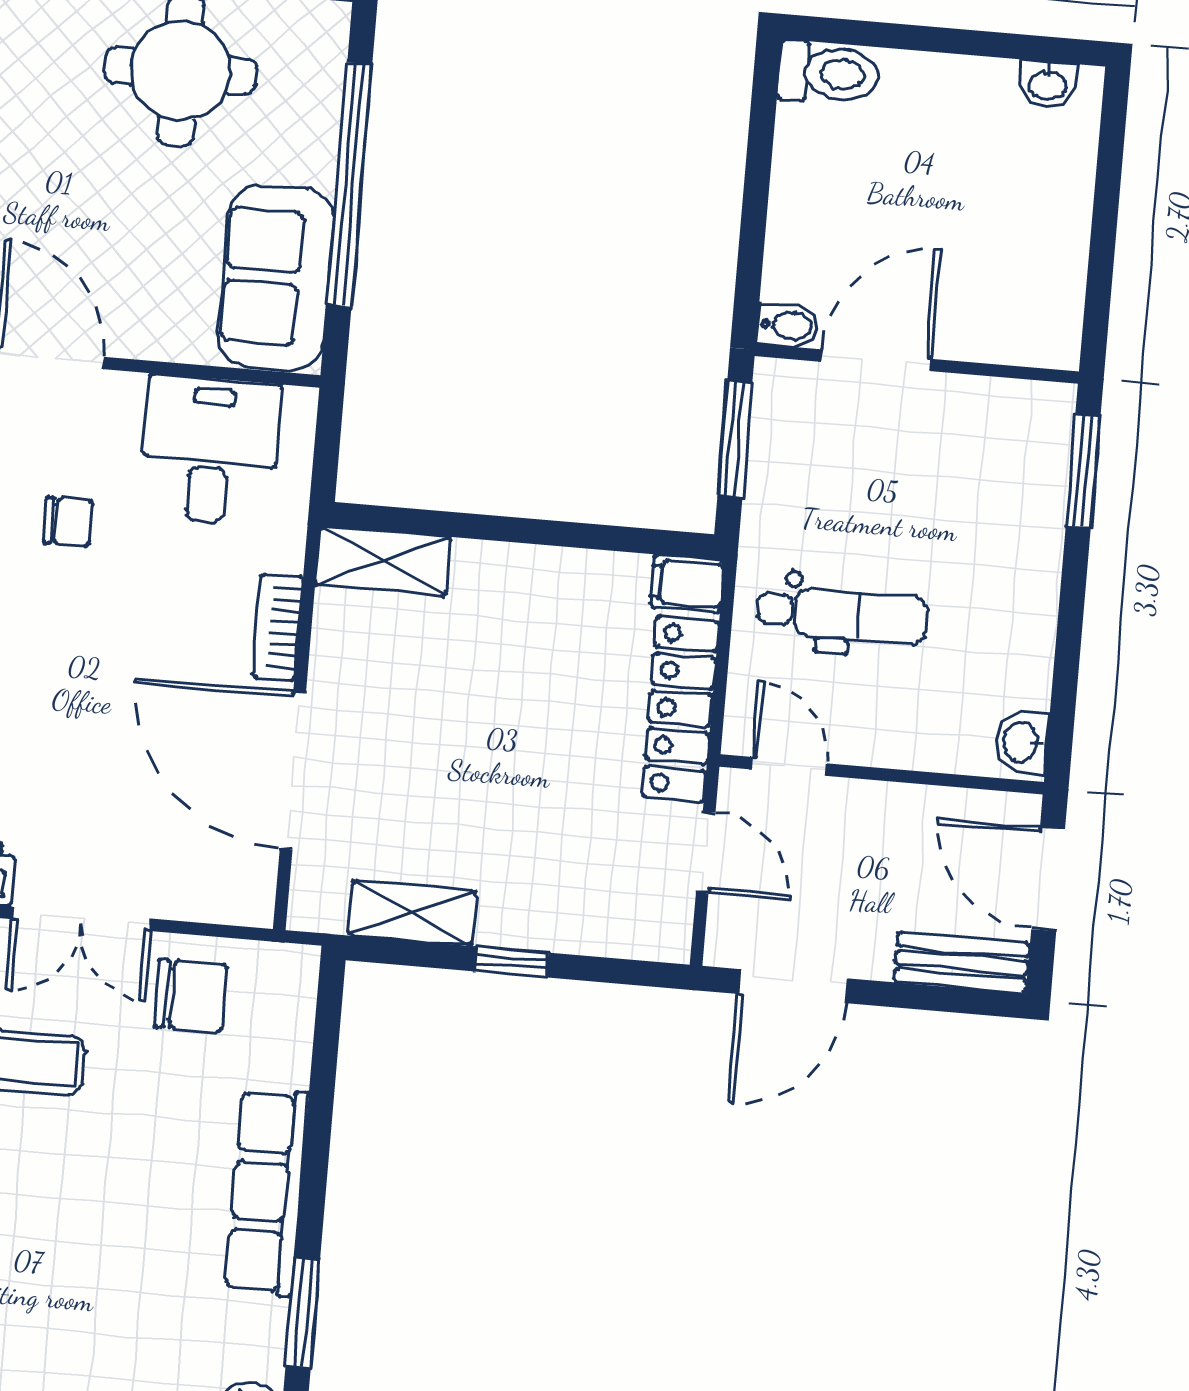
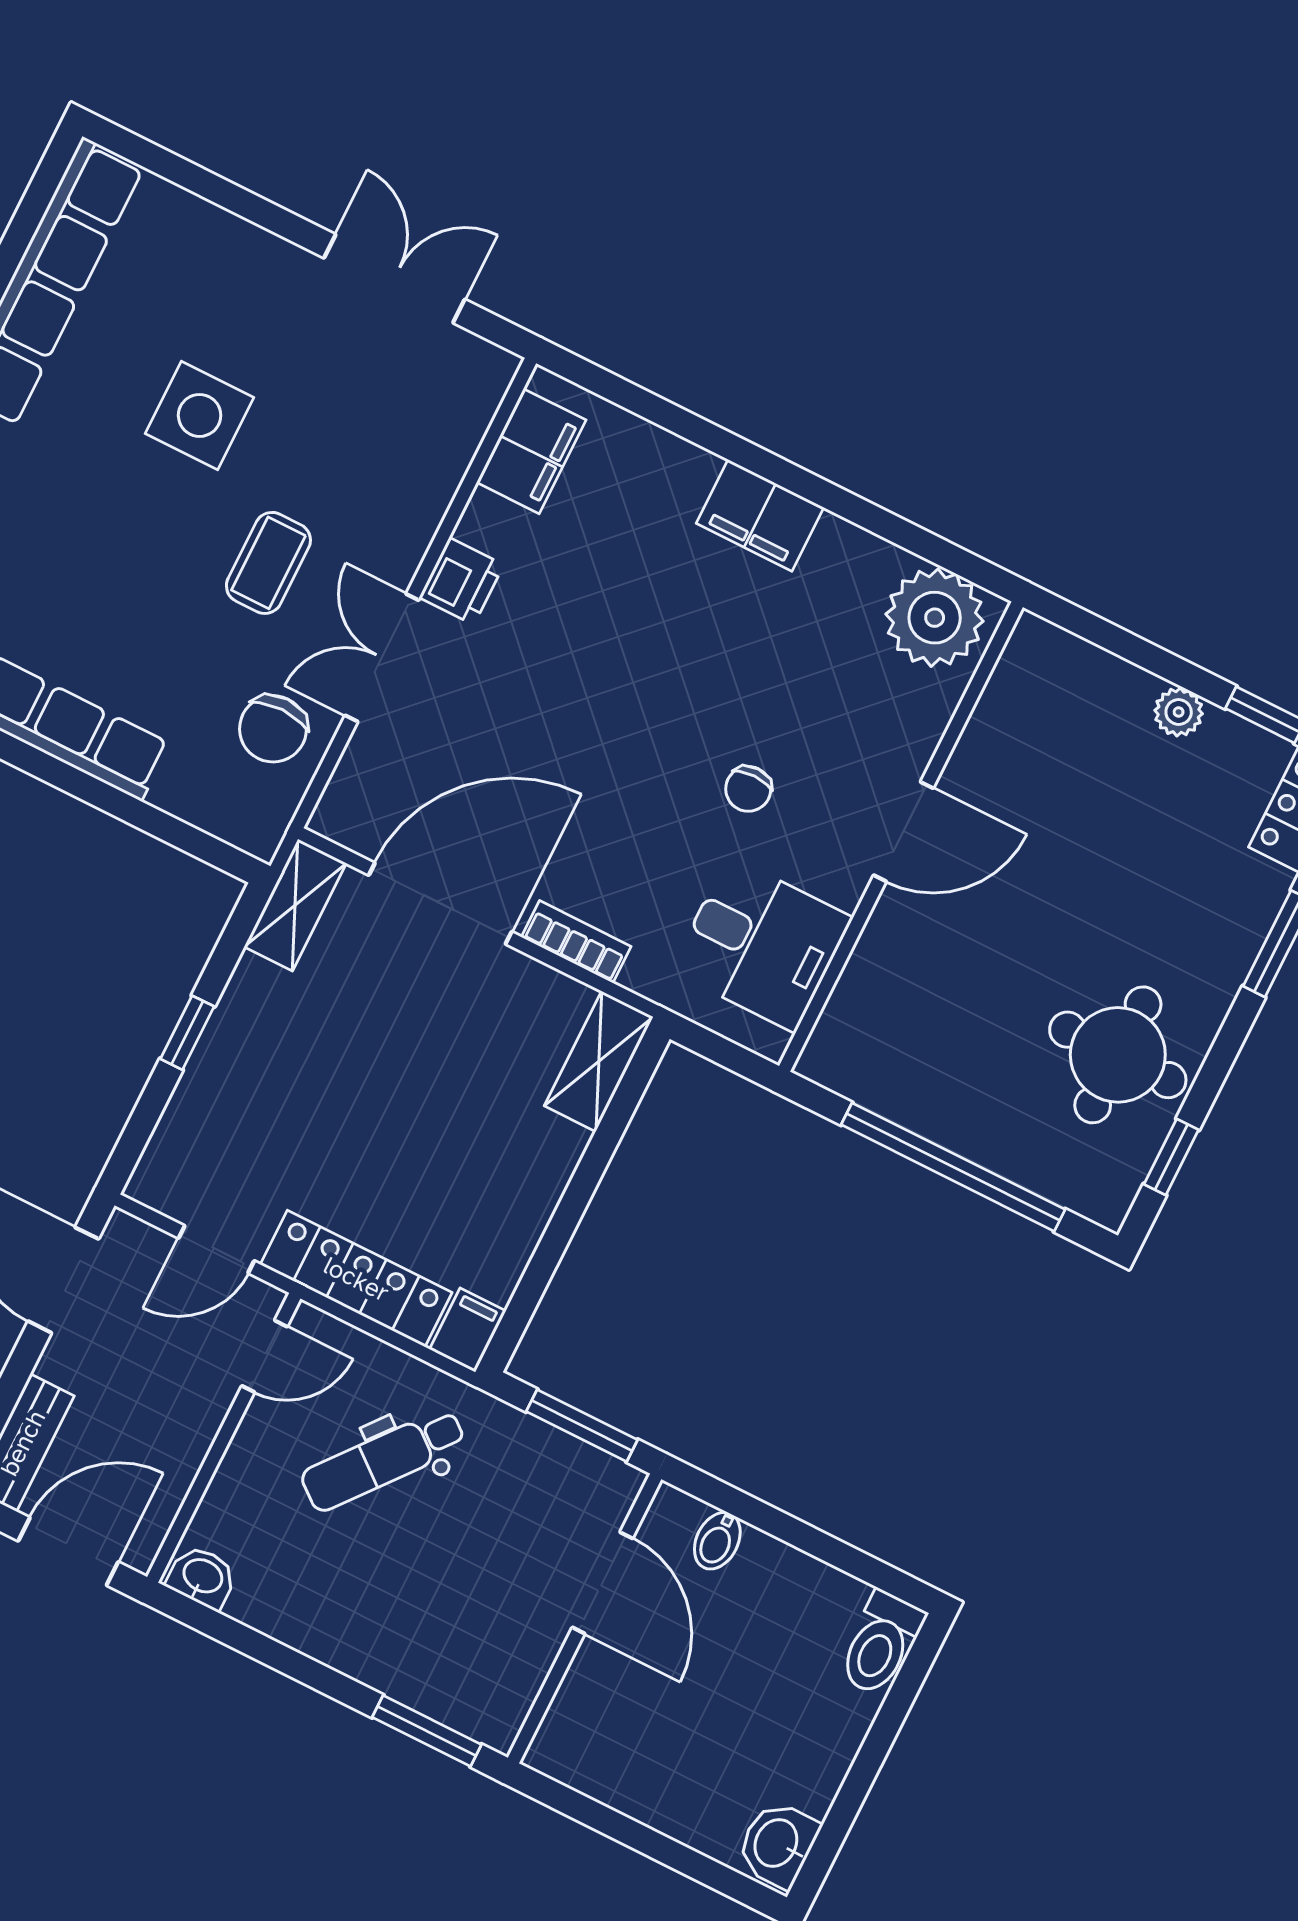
washbasin: (1048, 84) -> (778, 1844), width x1.38, depth x1.45
sofa: (276, 277) -> (895, 1067), removed
bidet: (788, 325) -> (717, 1541), moved
dental chair: (842, 615) -> (383, 1460), turned 39
shelving: (412, 913) -> (295, 905), moved

